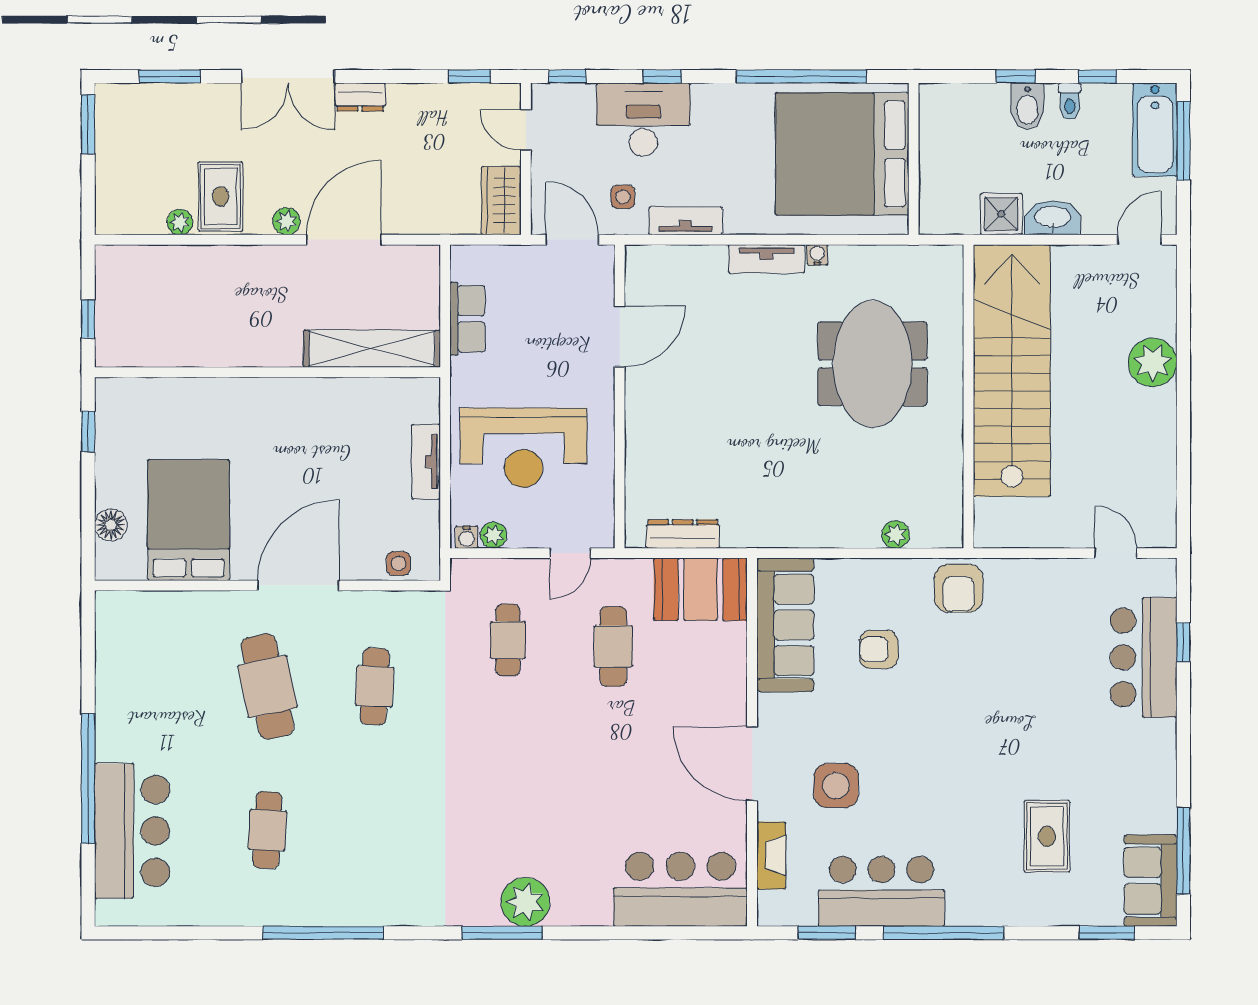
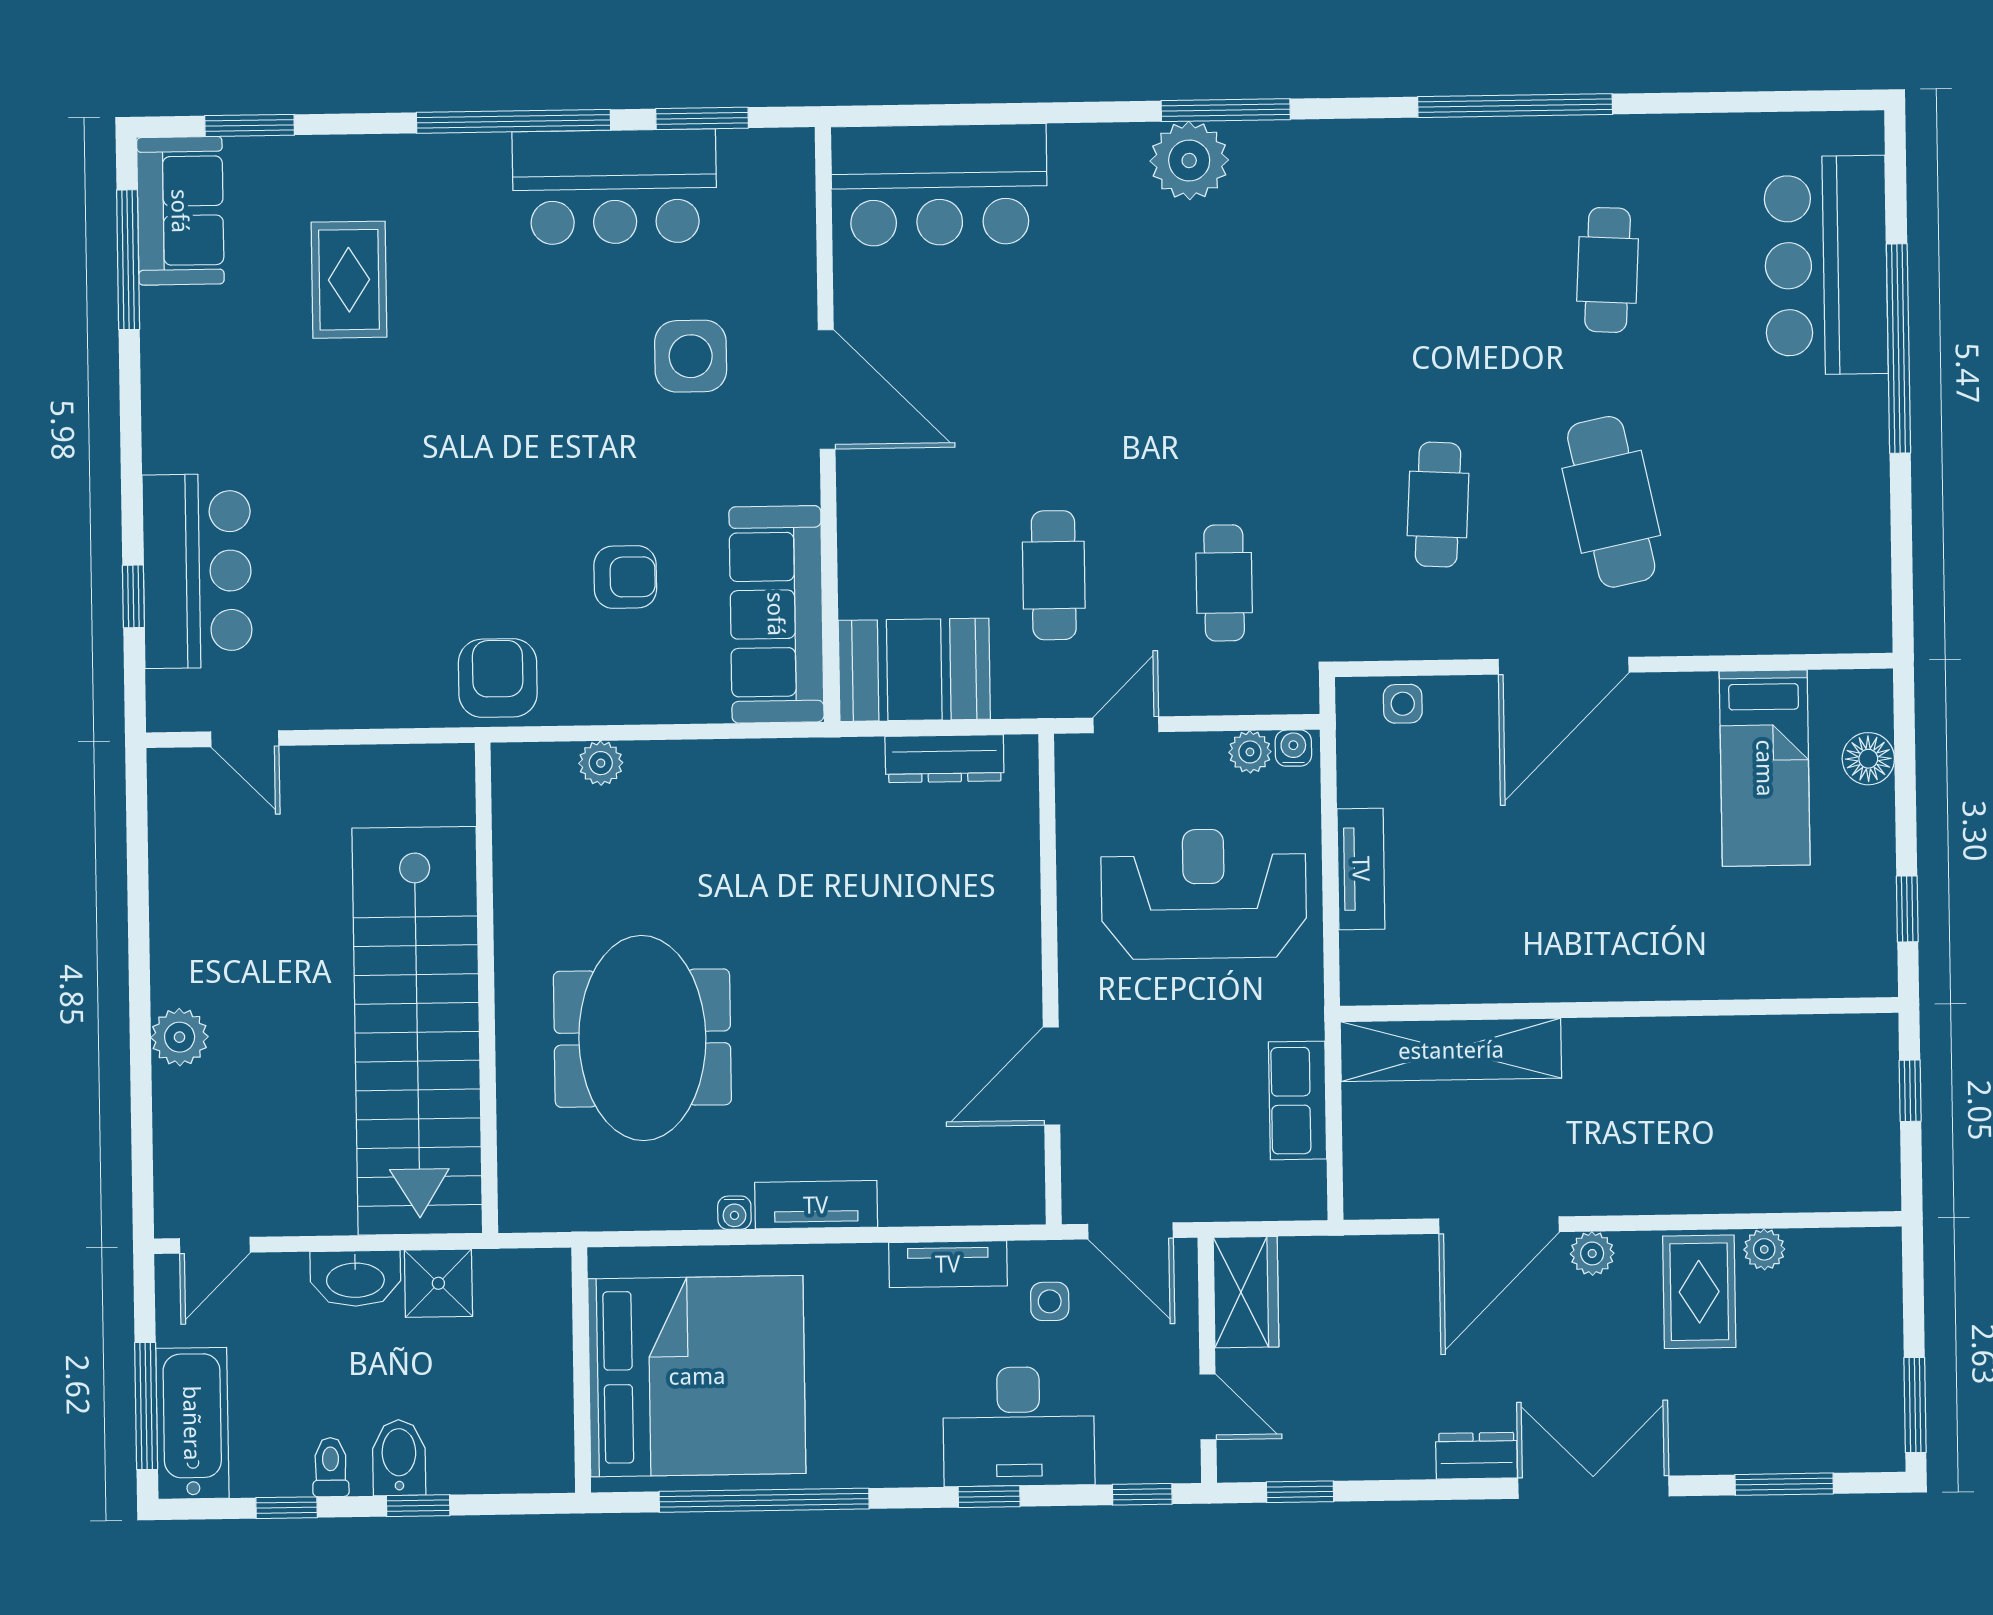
plant: (1153, 362) -> (180, 1037), width x0.73, depth x0.73
bed: (189, 520) -> (1765, 768), width x0.67
fireplace: (771, 855) -> (793, 242), removed

